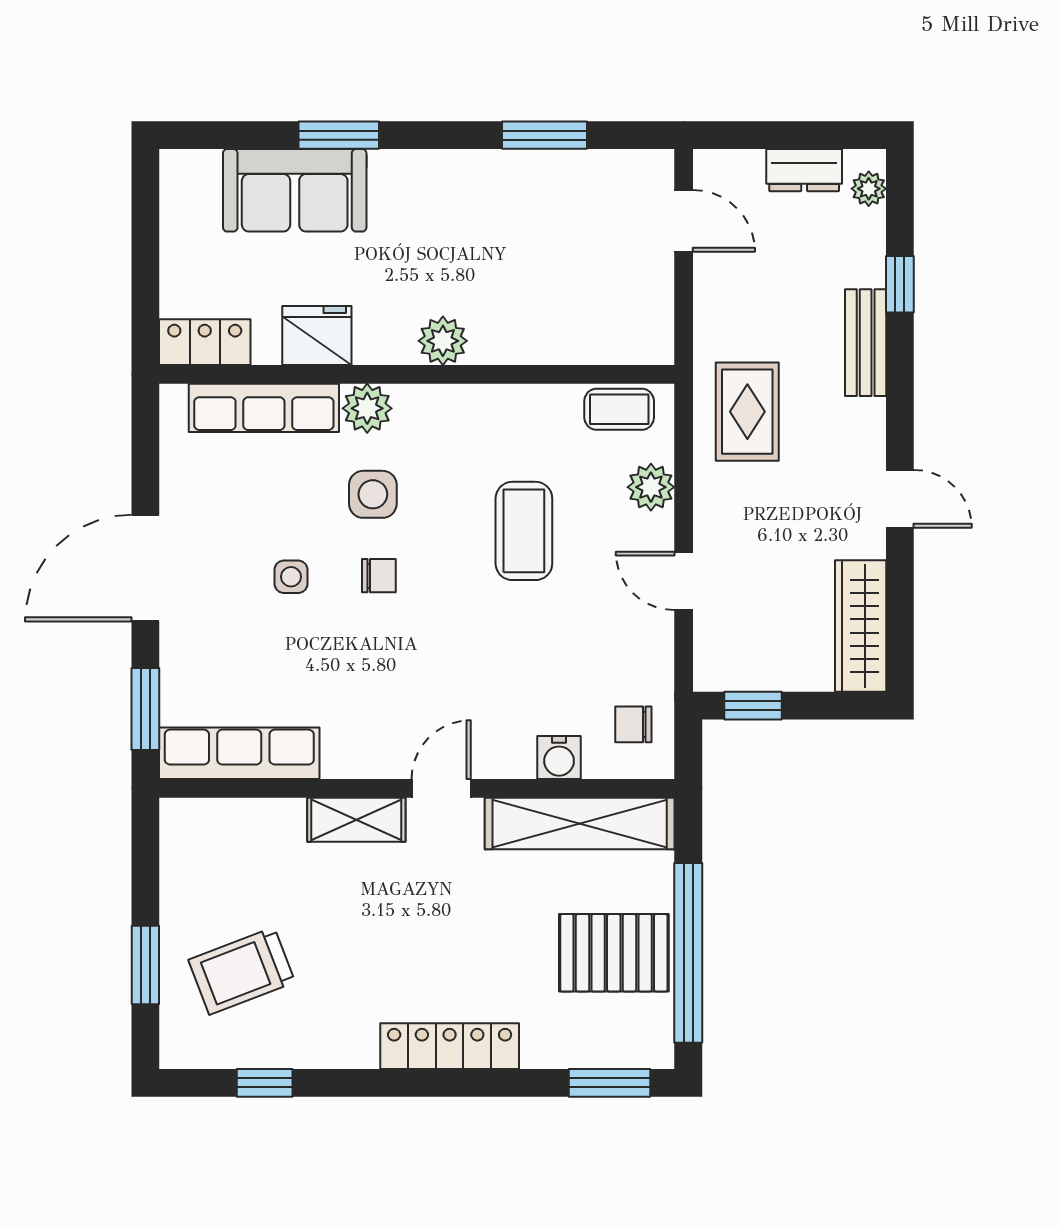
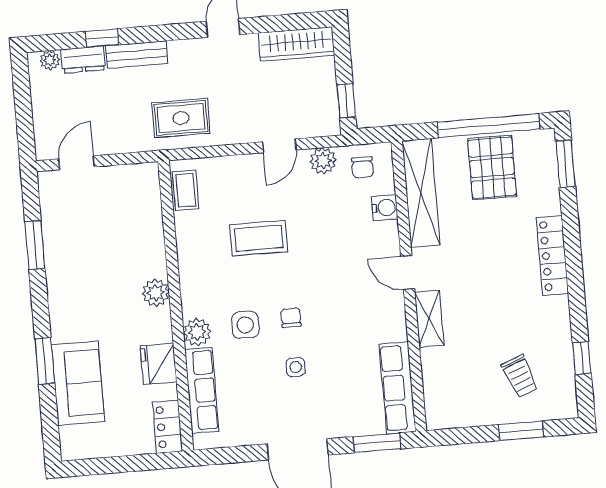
dresser: (804, 170) -> (83, 60), moved, turned 90
plant: (651, 487) -> (323, 161), moved
trolley: (242, 971) -> (520, 376), width x0.73, depth x0.72

